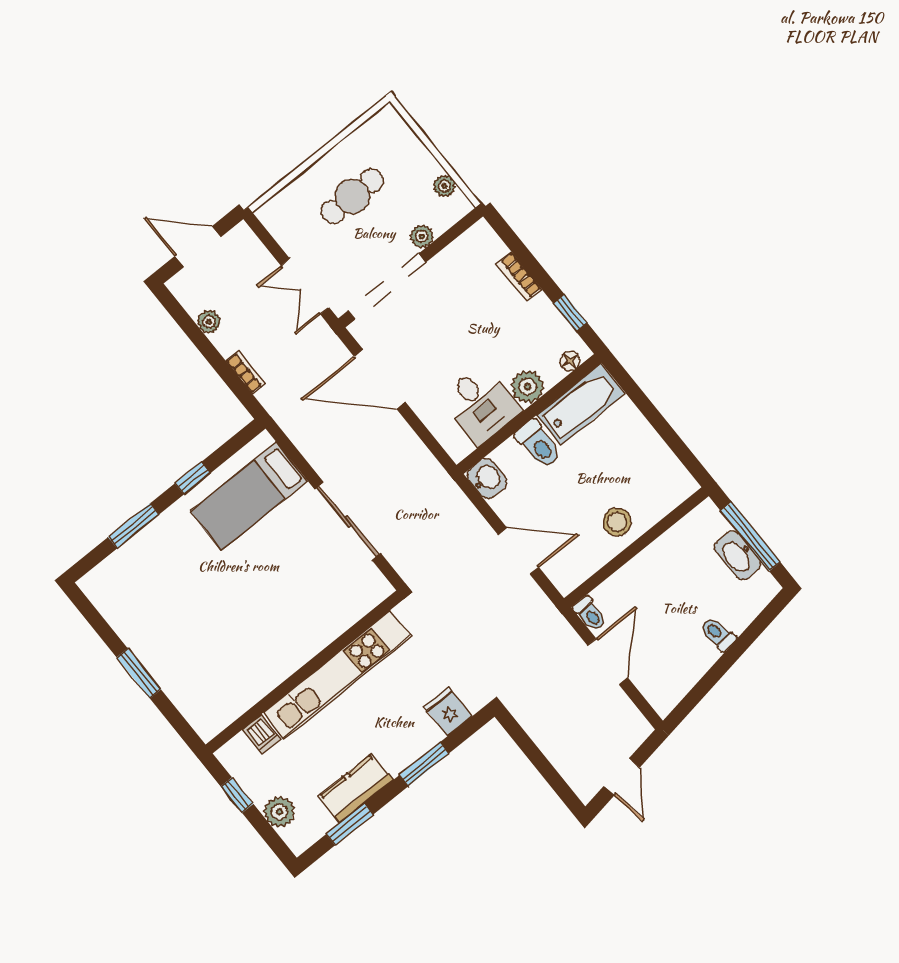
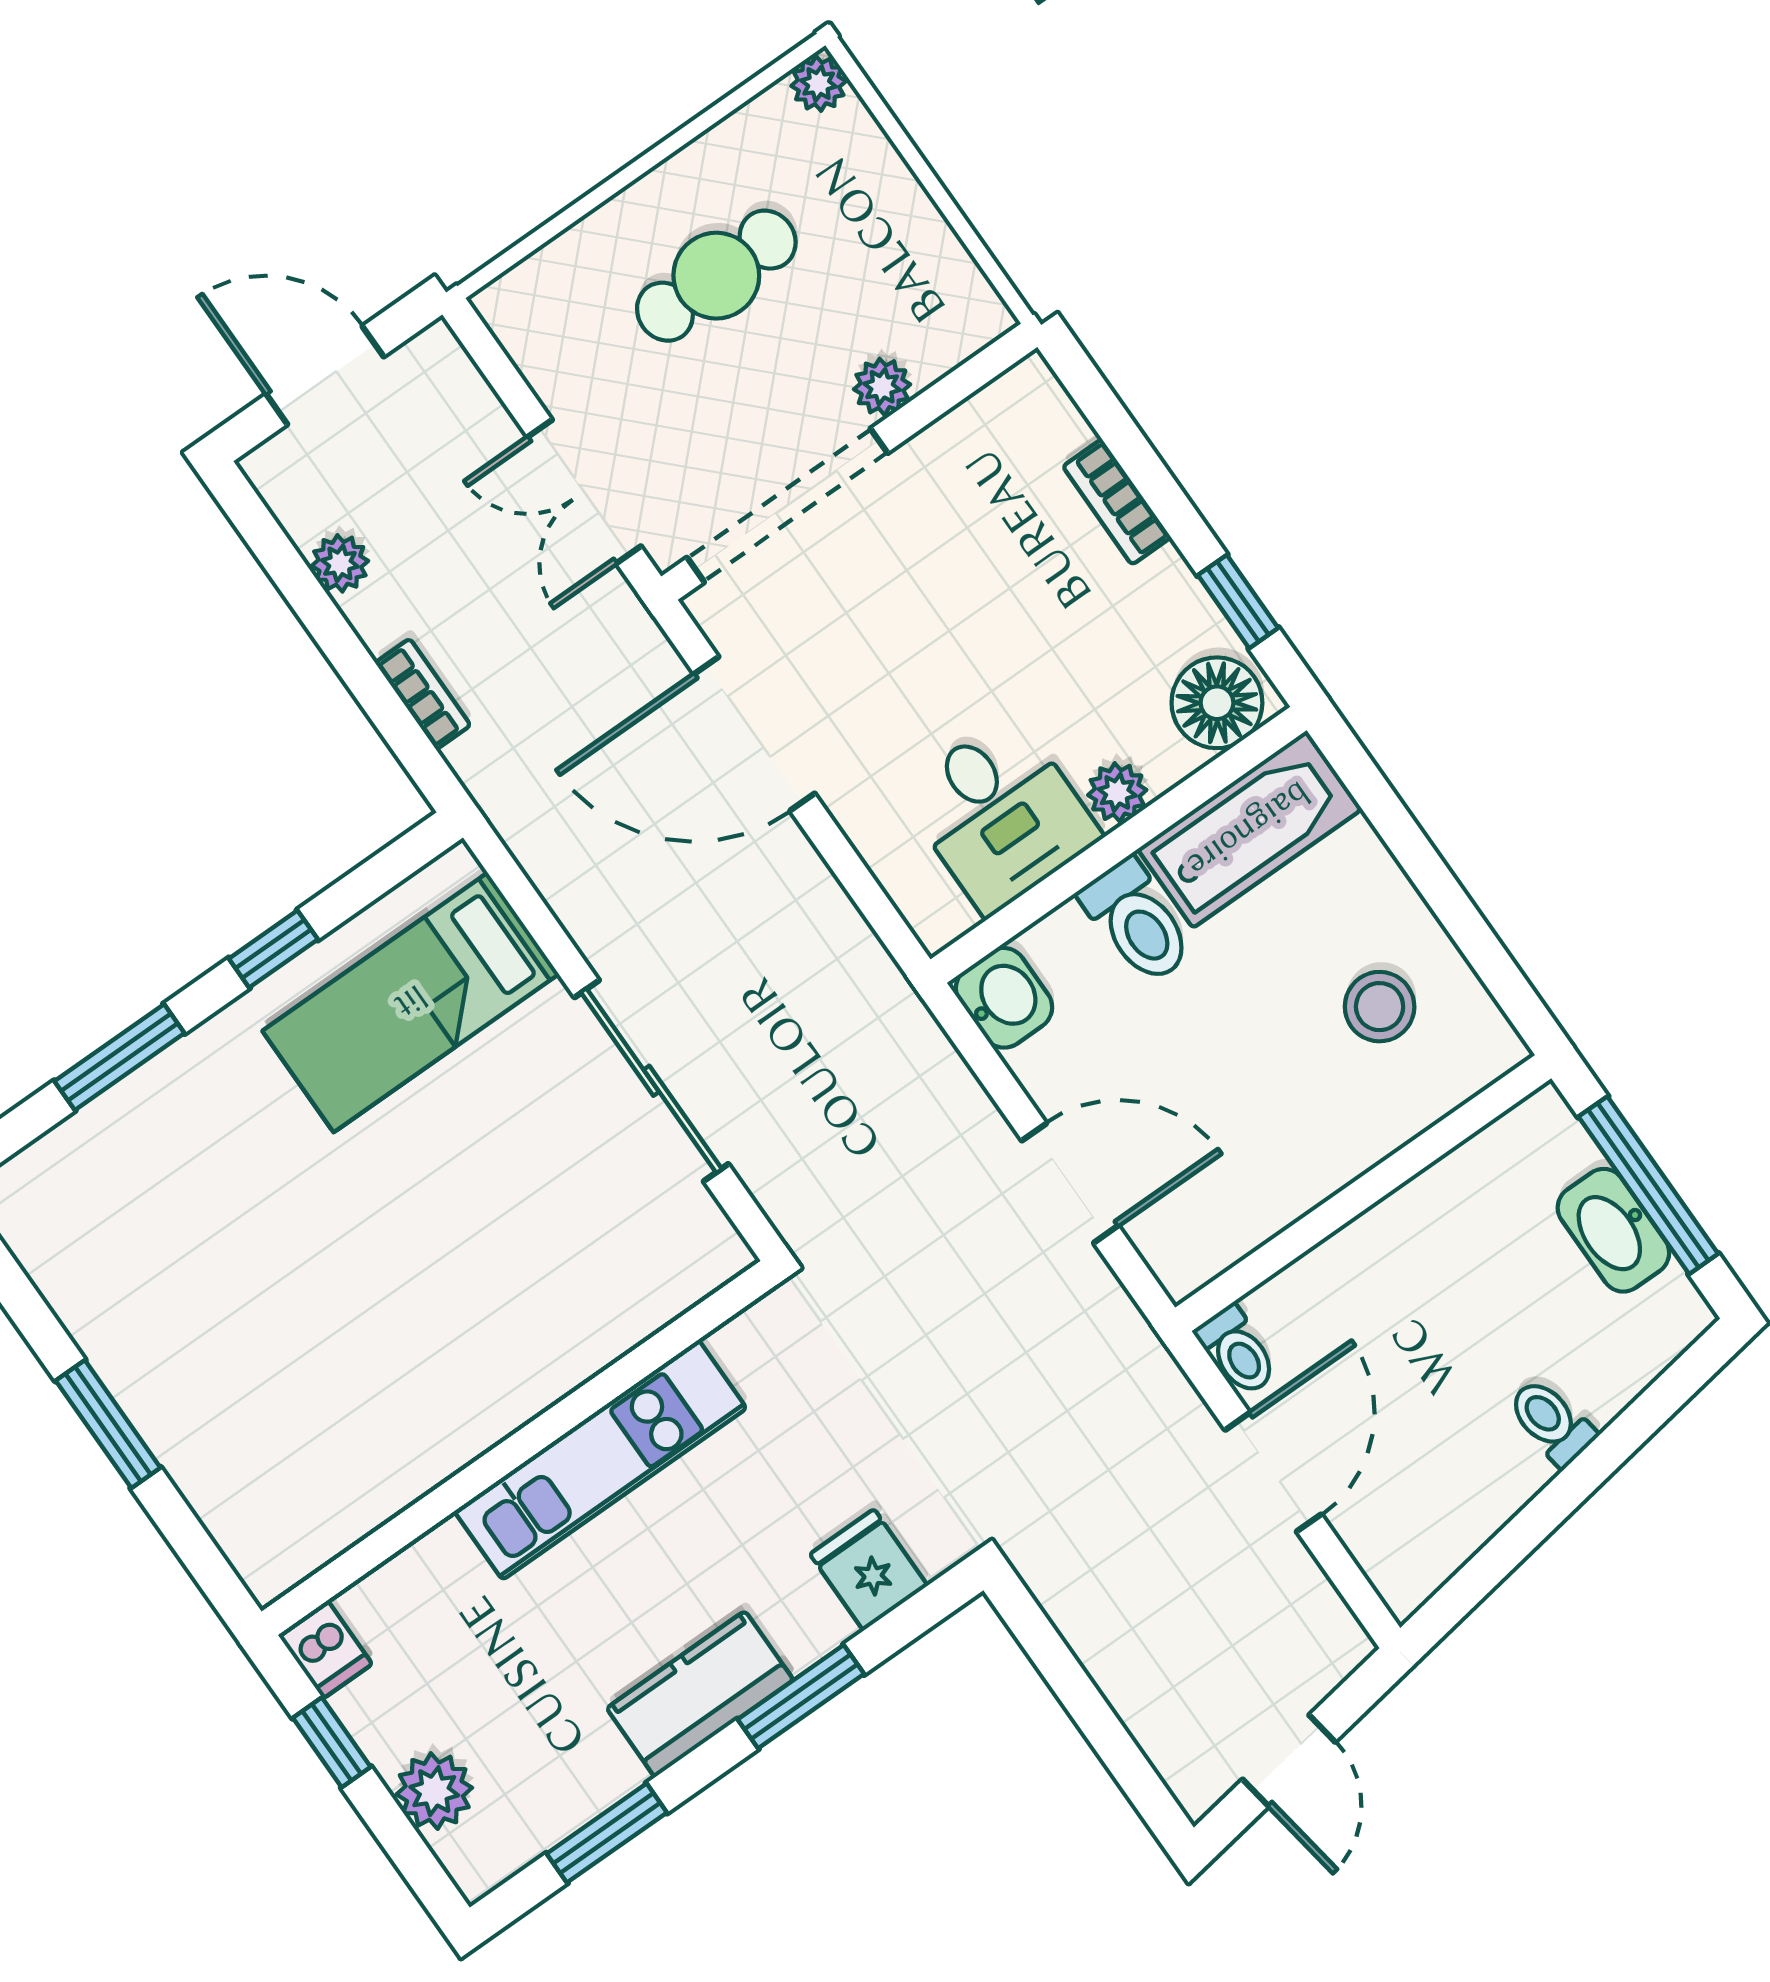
plant: (444, 186) -> (819, 84), moved
floor lamp: (570, 361) -> (1217, 703), width x1.89, depth x1.89
plant: (528, 387) -> (1117, 792), width x0.73, depth x0.73
stool: (617, 522) -> (1380, 1007), moved
kitchen unit: (337, 675) -> (600, 1460), width x0.73
dishwasher: (262, 734) -> (325, 1650), moved
kitchen counter: (356, 788) -> (700, 1694), moved

